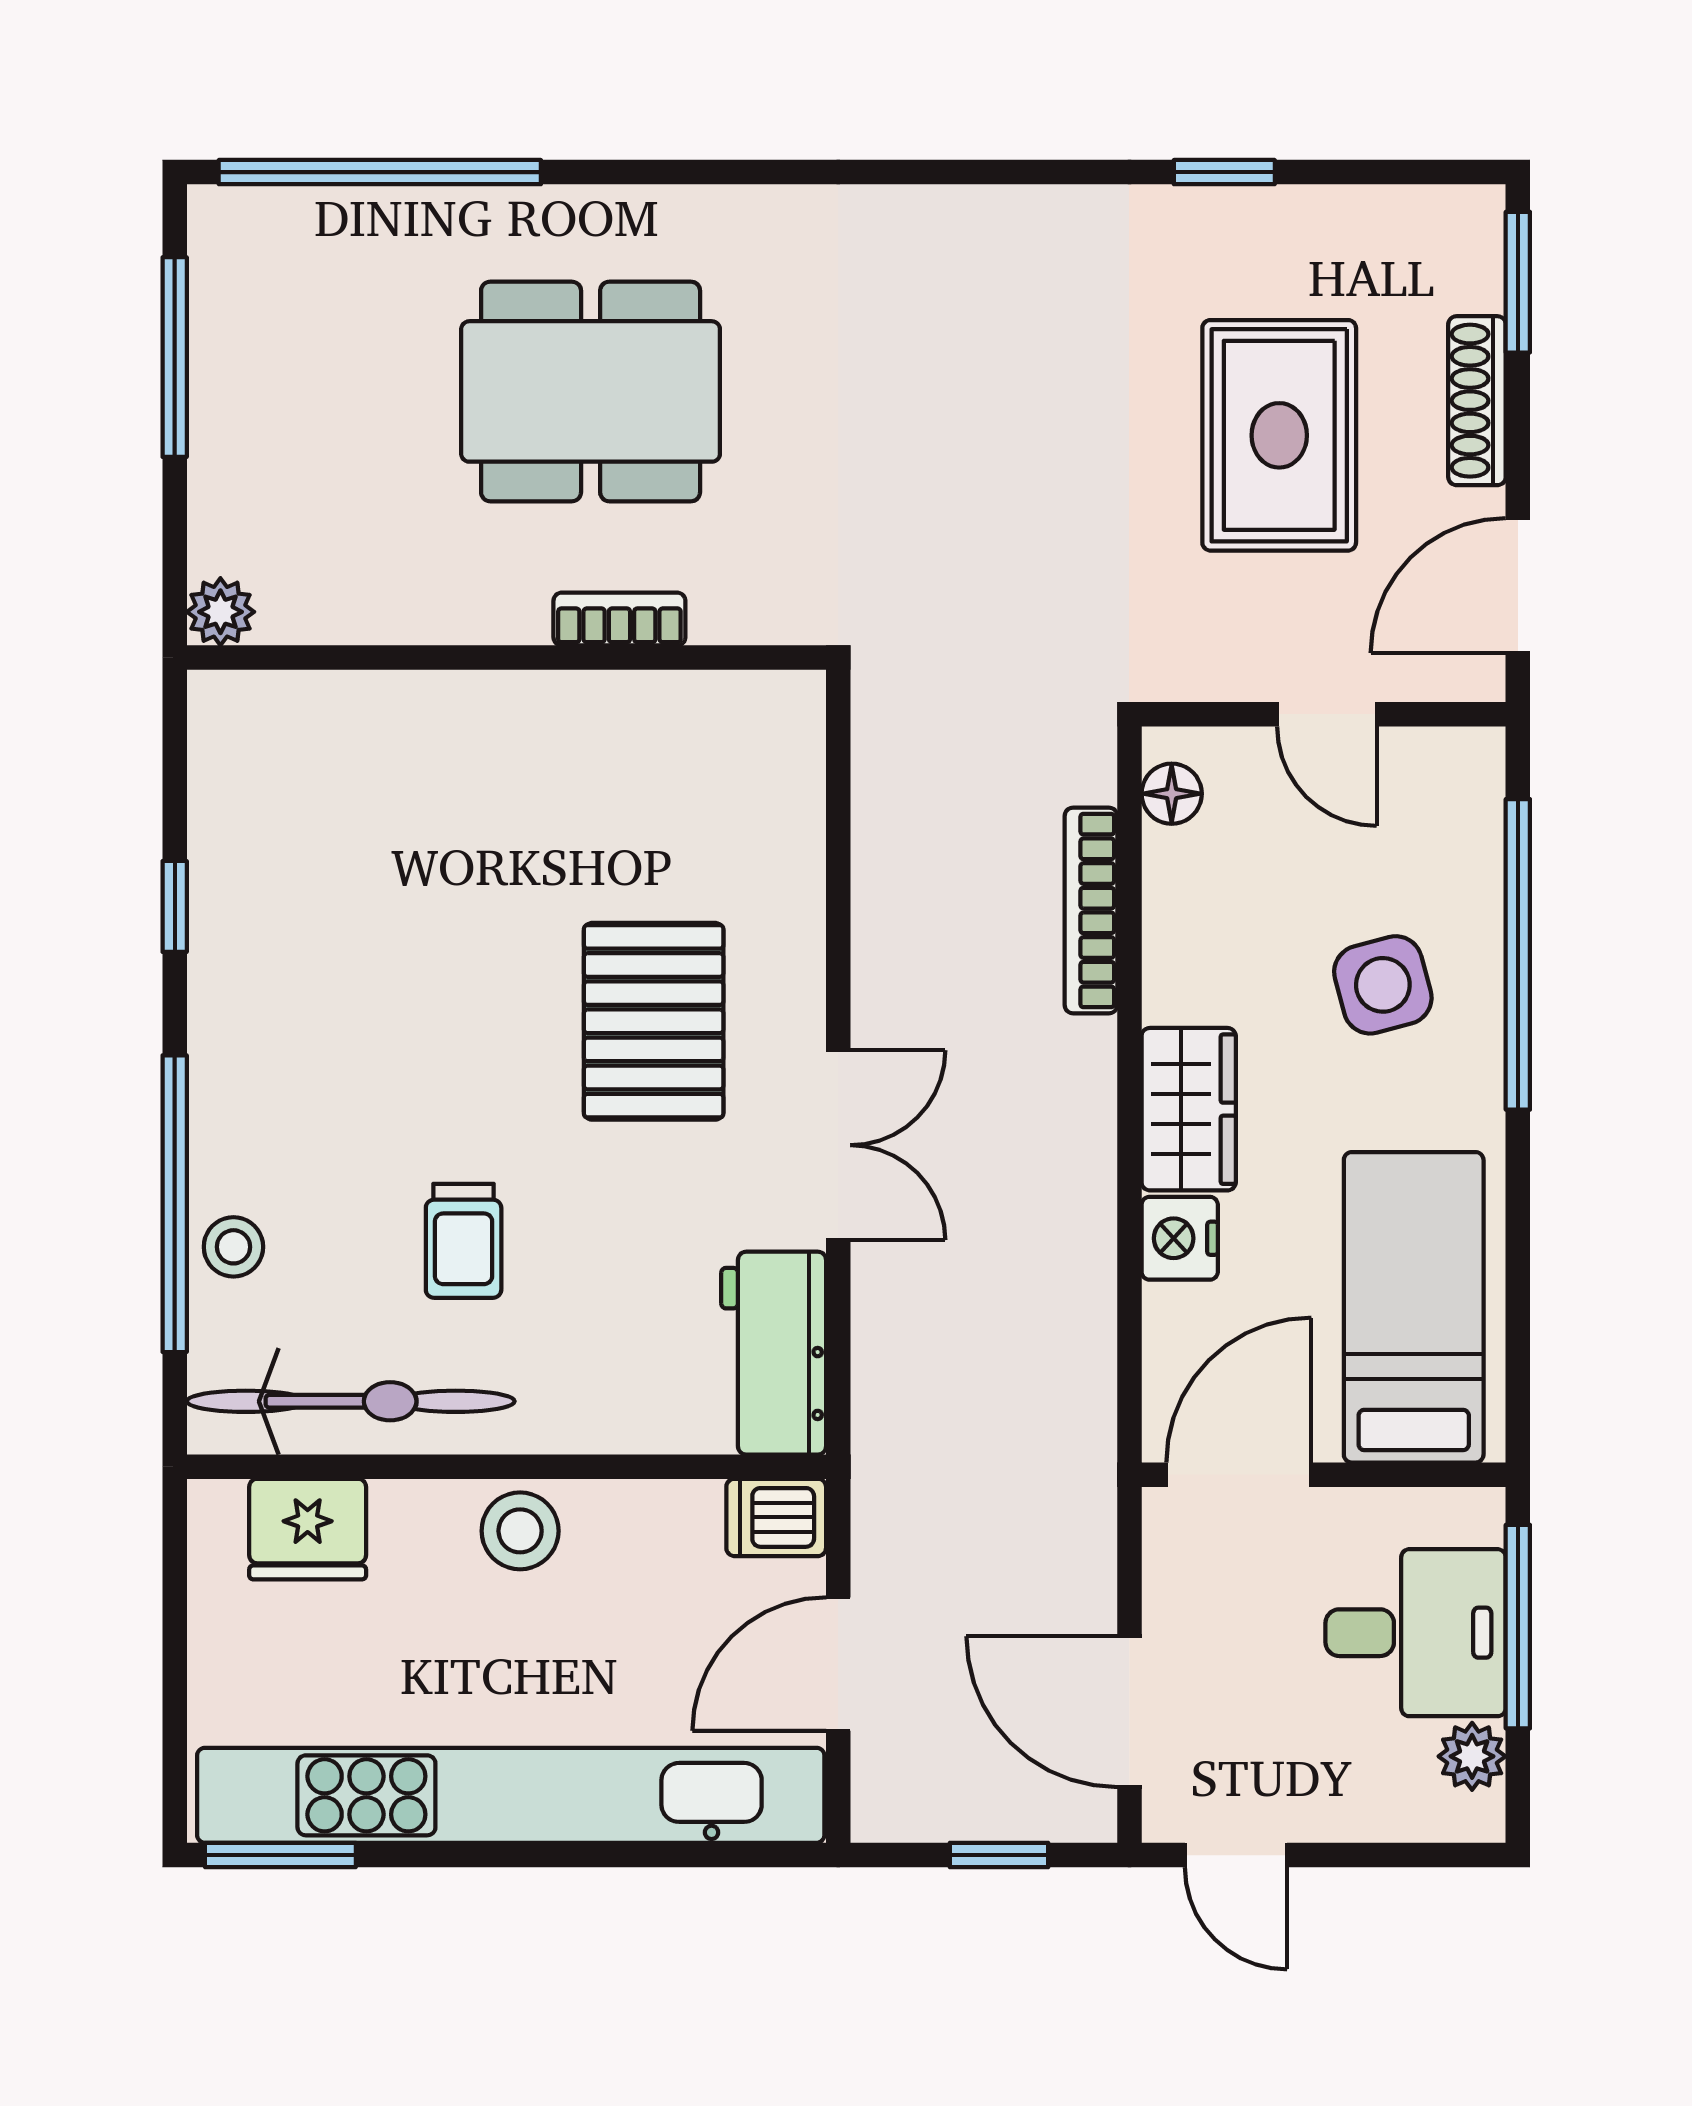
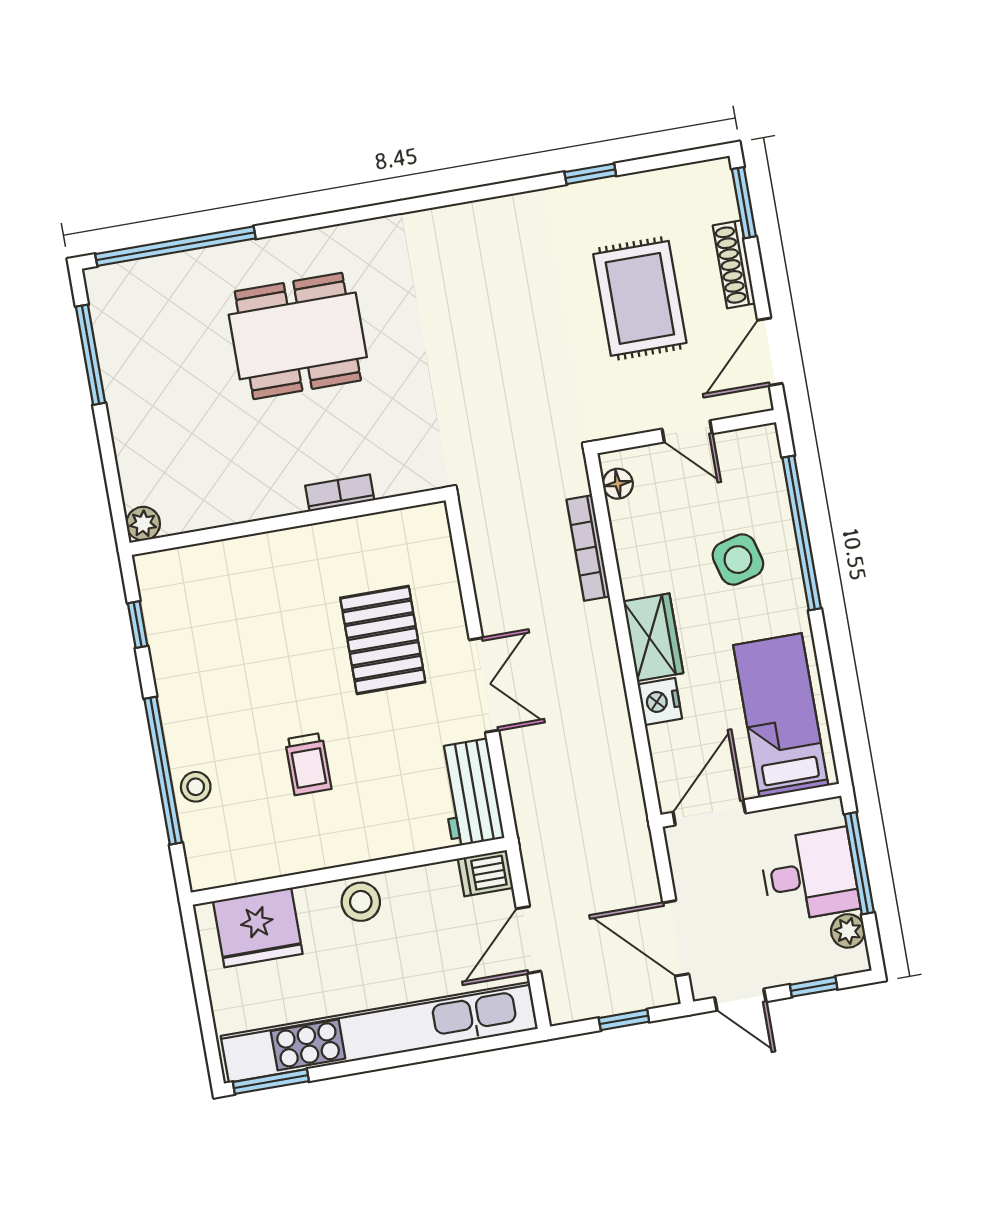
plant: (220, 612) -> (143, 524), moved
bookcase: (619, 619) -> (340, 493), moved
wall: (506, 658) -> (288, 522), moved
bicycle: (351, 1401) -> (267, 853), removed
fridge: (308, 1529) -> (258, 927), width x1.36, depth x1.34
window: (1385, 1855) -> (814, 987), added

